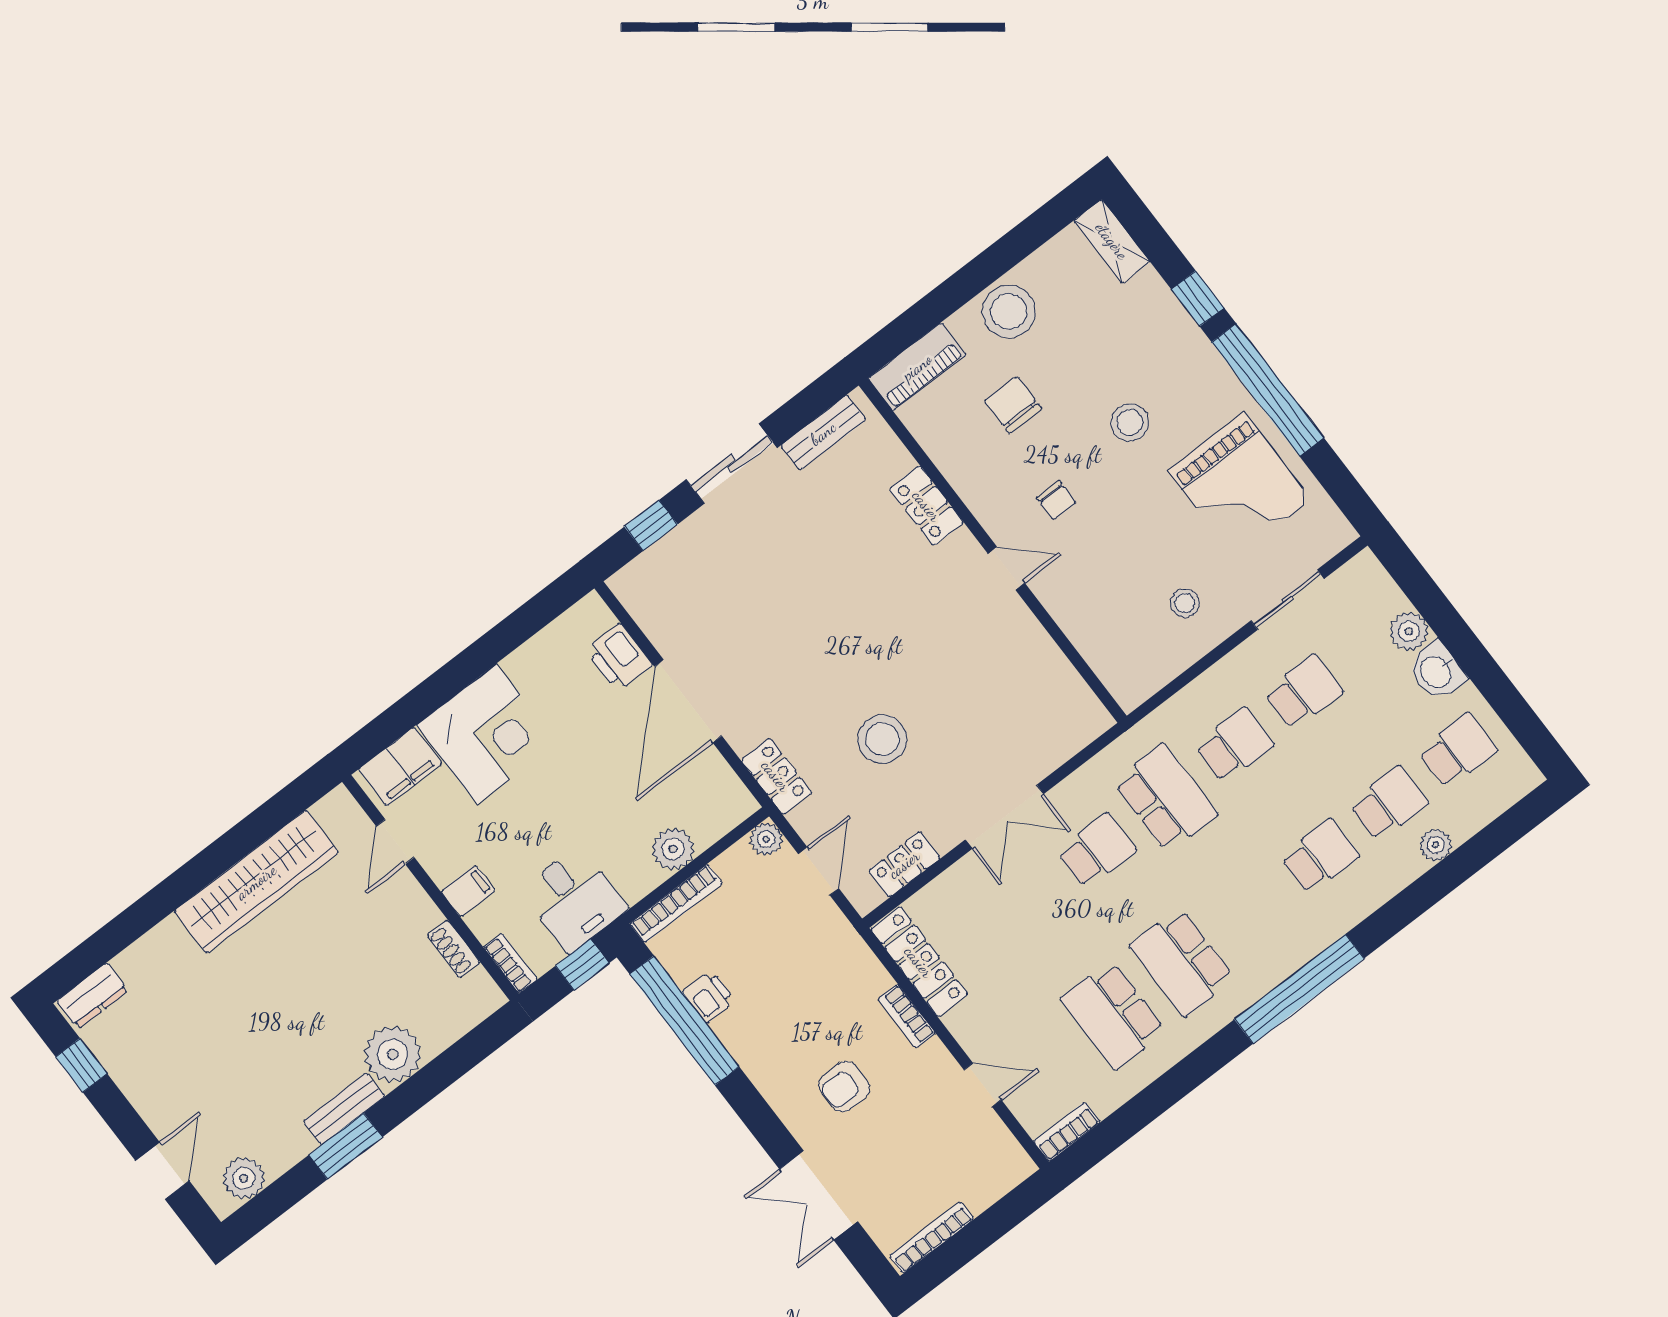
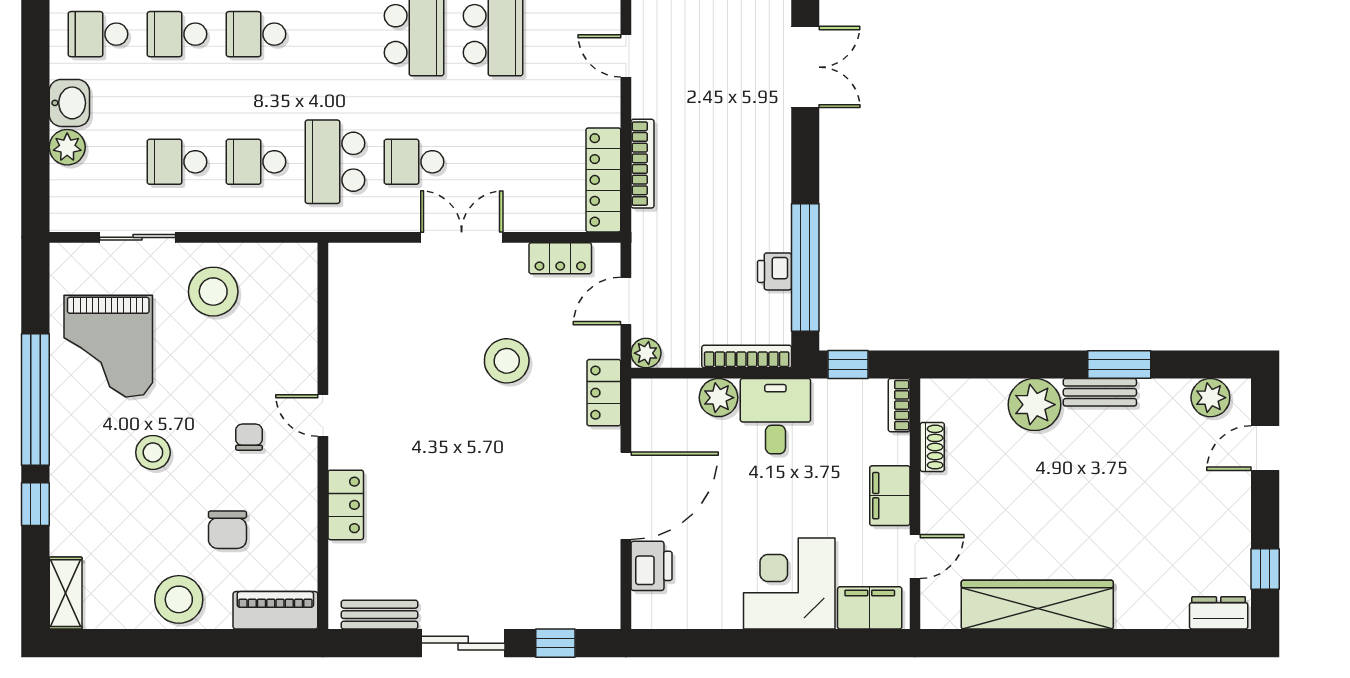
grand piano: (1240, 485) -> (108, 346), turned 180
stool: (1185, 603) -> (213, 292), width x1.89, depth x1.89
filing cabinet: (468, 891) -> (890, 496), width x2.00
desk: (574, 899) -> (775, 416), moved
bookcase: (907, 1016) -> (642, 164), width x1.56
armchair: (844, 1087) -> (727, 131), removed

